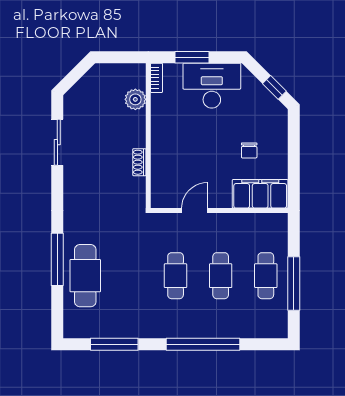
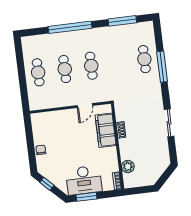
window: (192, 57) -> (86, 197), moved
sliding door: (57, 142) -> (169, 123), moved
chair: (249, 150) -> (41, 150), moved
filing cabinet: (260, 194) -> (106, 130), moved, turned 90
cafe table: (85, 276) -> (144, 59), width x0.73, depth x0.74
window: (294, 284) -> (21, 70), removed

